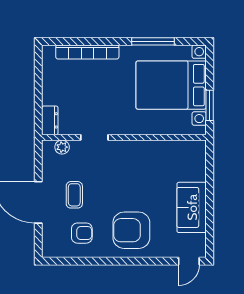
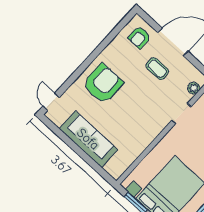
sofa: (192, 207) -> (88, 139), width x1.36
armchair: (82, 233) -> (139, 37), moved

